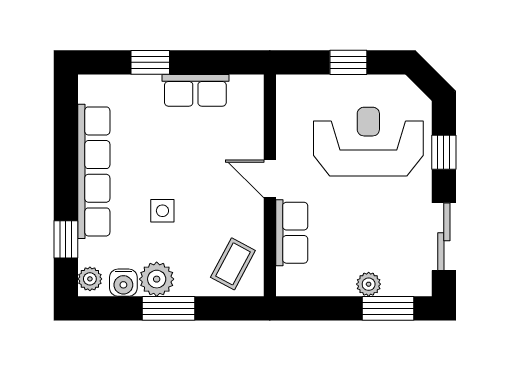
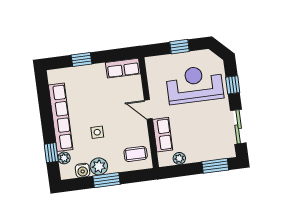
row of seats: (195, 90) -> (123, 68), moved
coffee table: (233, 264) -> (136, 154), turned 62
plant: (90, 279) -> (64, 158), moved
plant: (369, 284) -> (179, 158), moved

